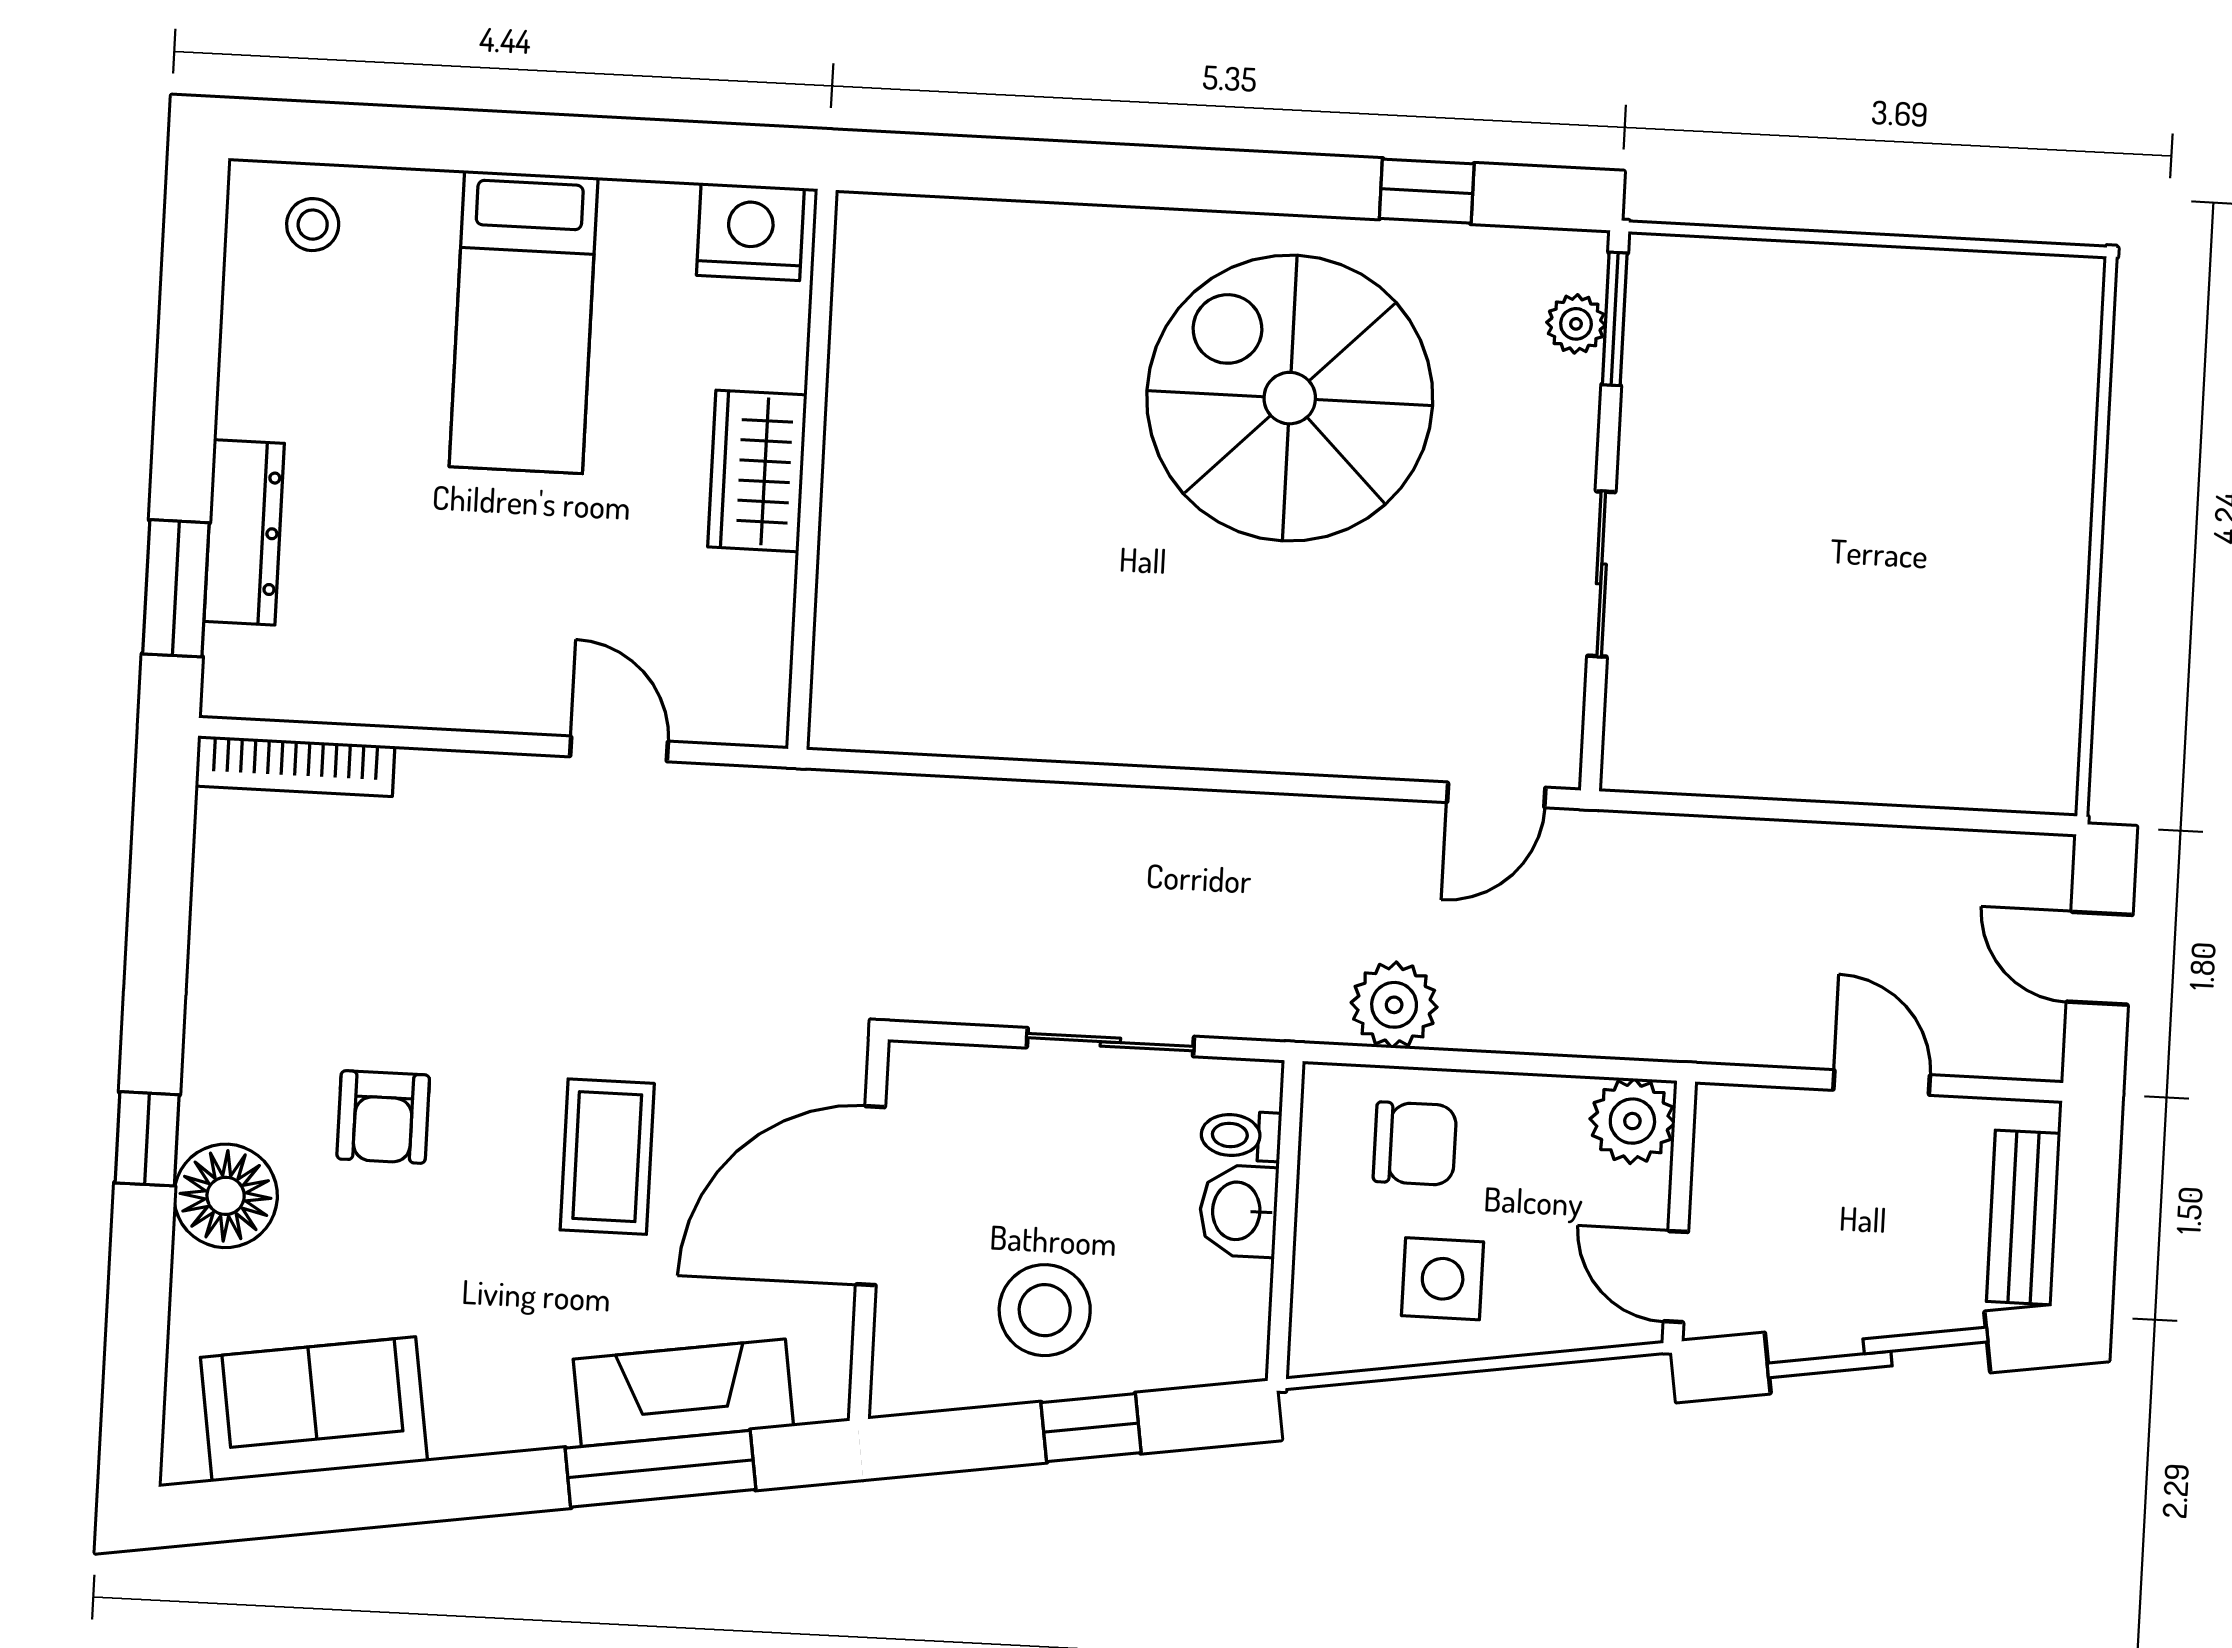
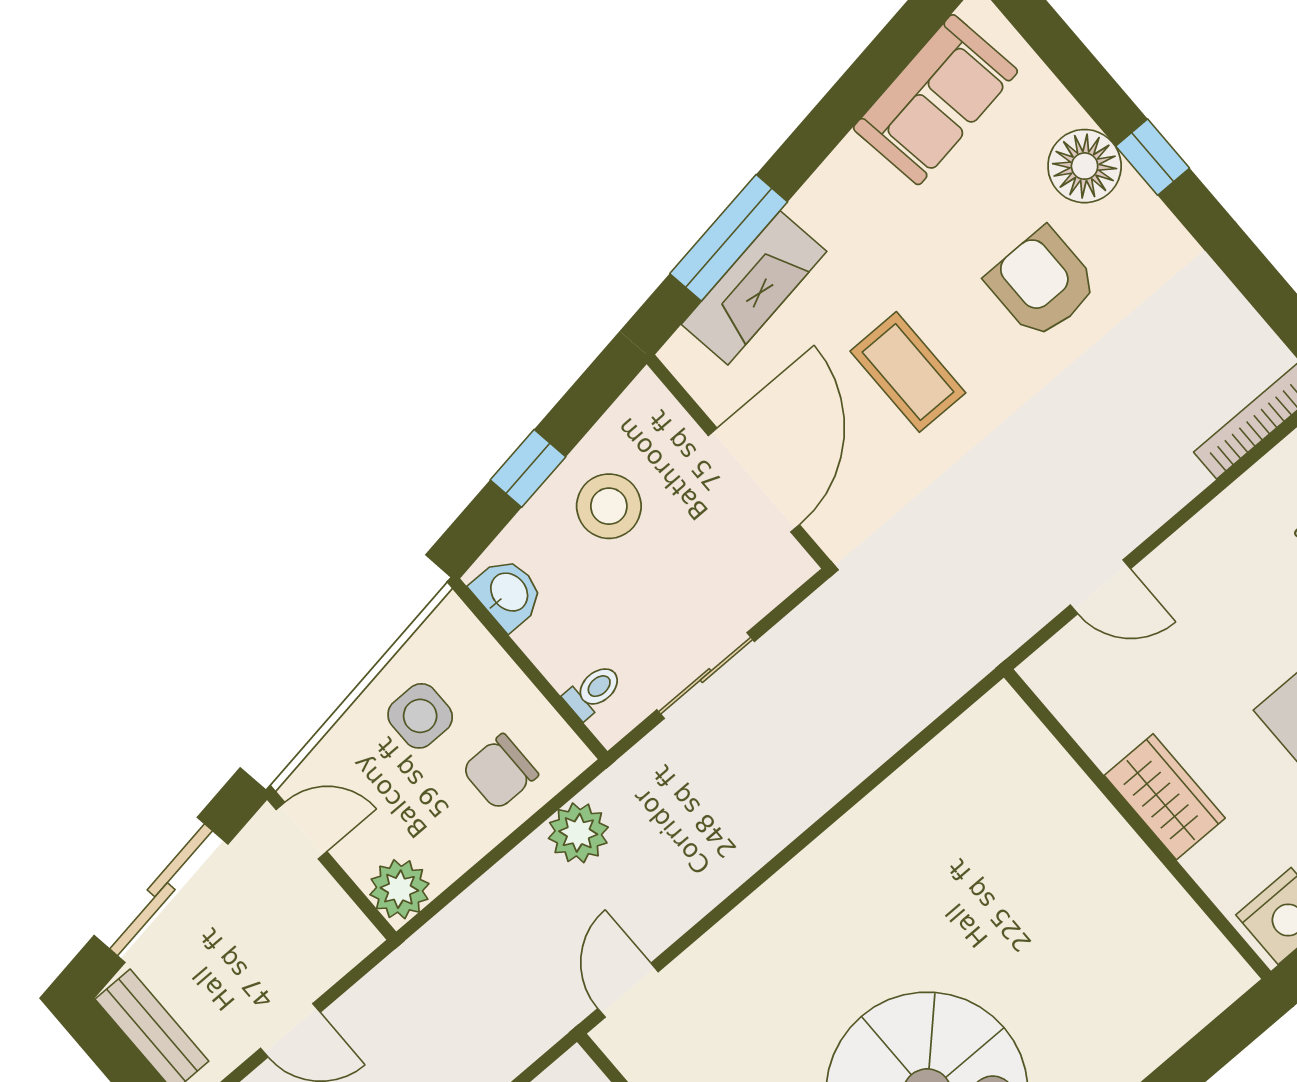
armchair: (383, 1117) -> (1042, 283), width x1.38, depth x1.38
washbasin: (1239, 1211) -> (508, 593), moved

